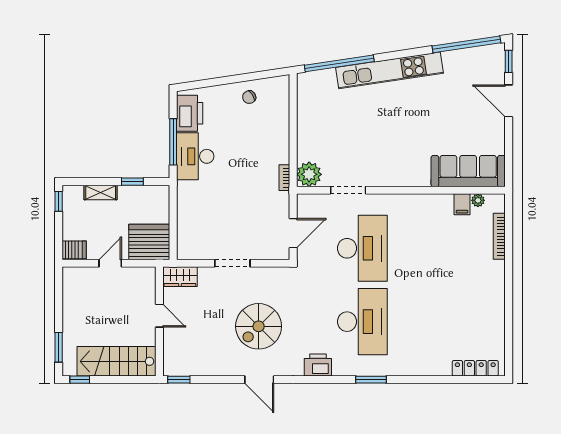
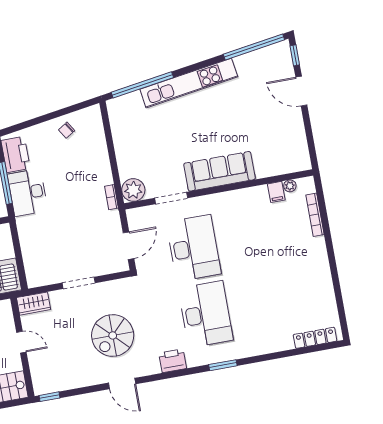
sofa: (468, 171) -> (220, 171), moved

